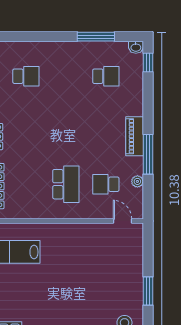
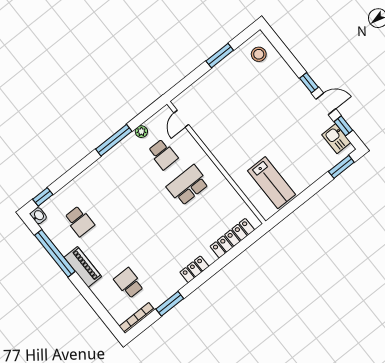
window: (96, 37) -> (55, 253), width x1.46
school desk: (106, 76) -> (79, 221), turned 180
piano: (135, 136) -> (83, 267), moved, turned -90

